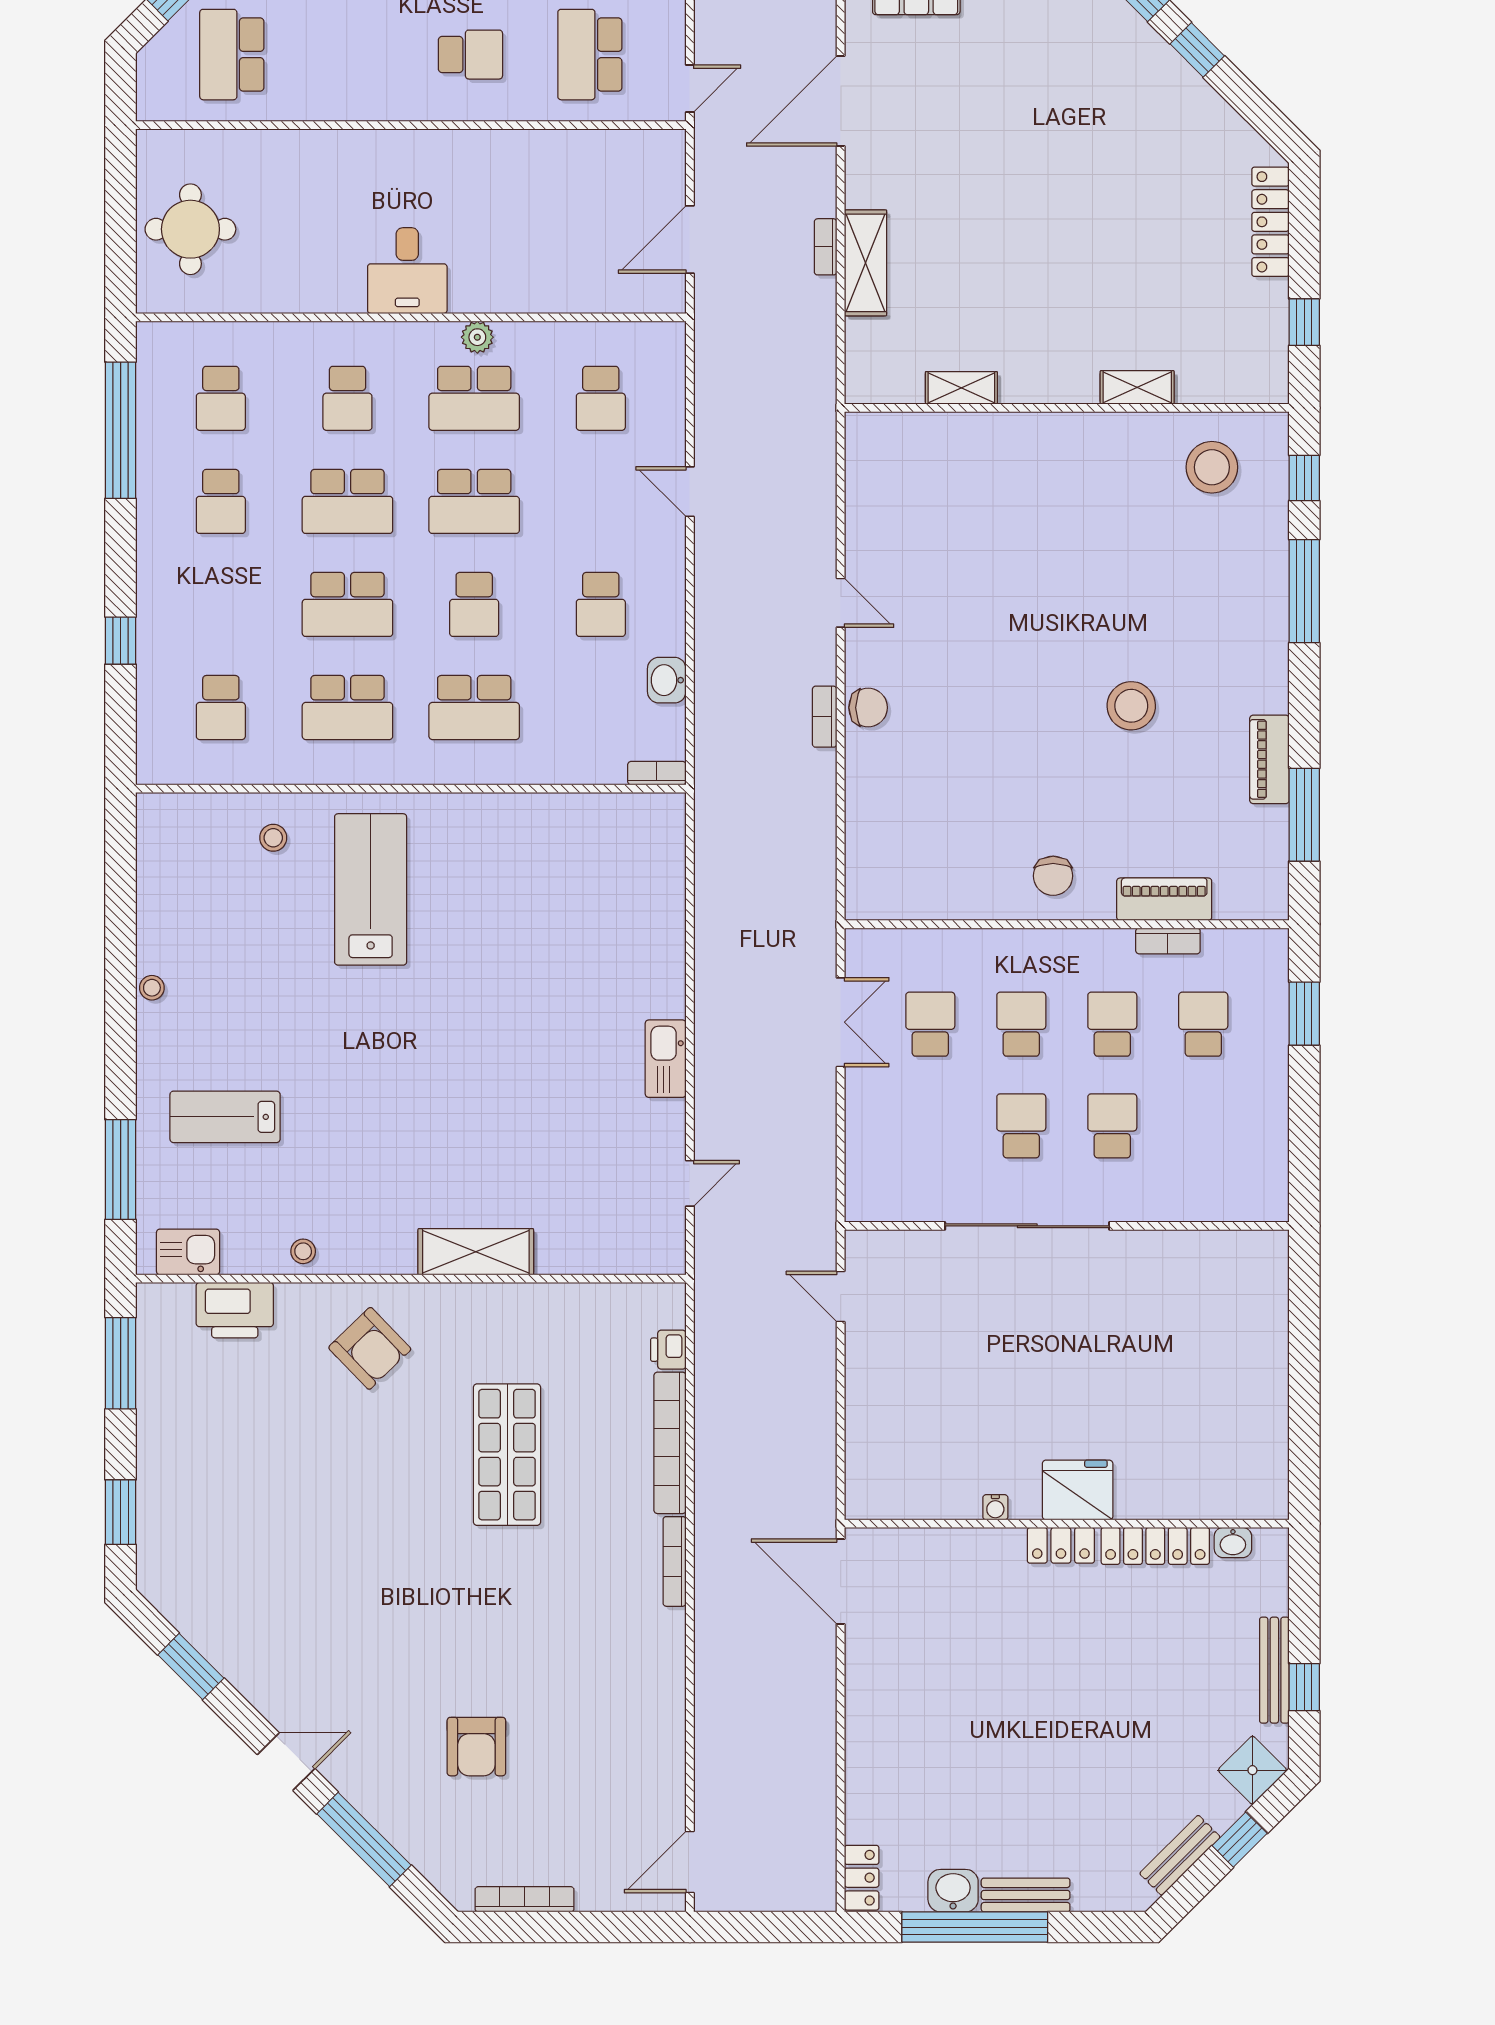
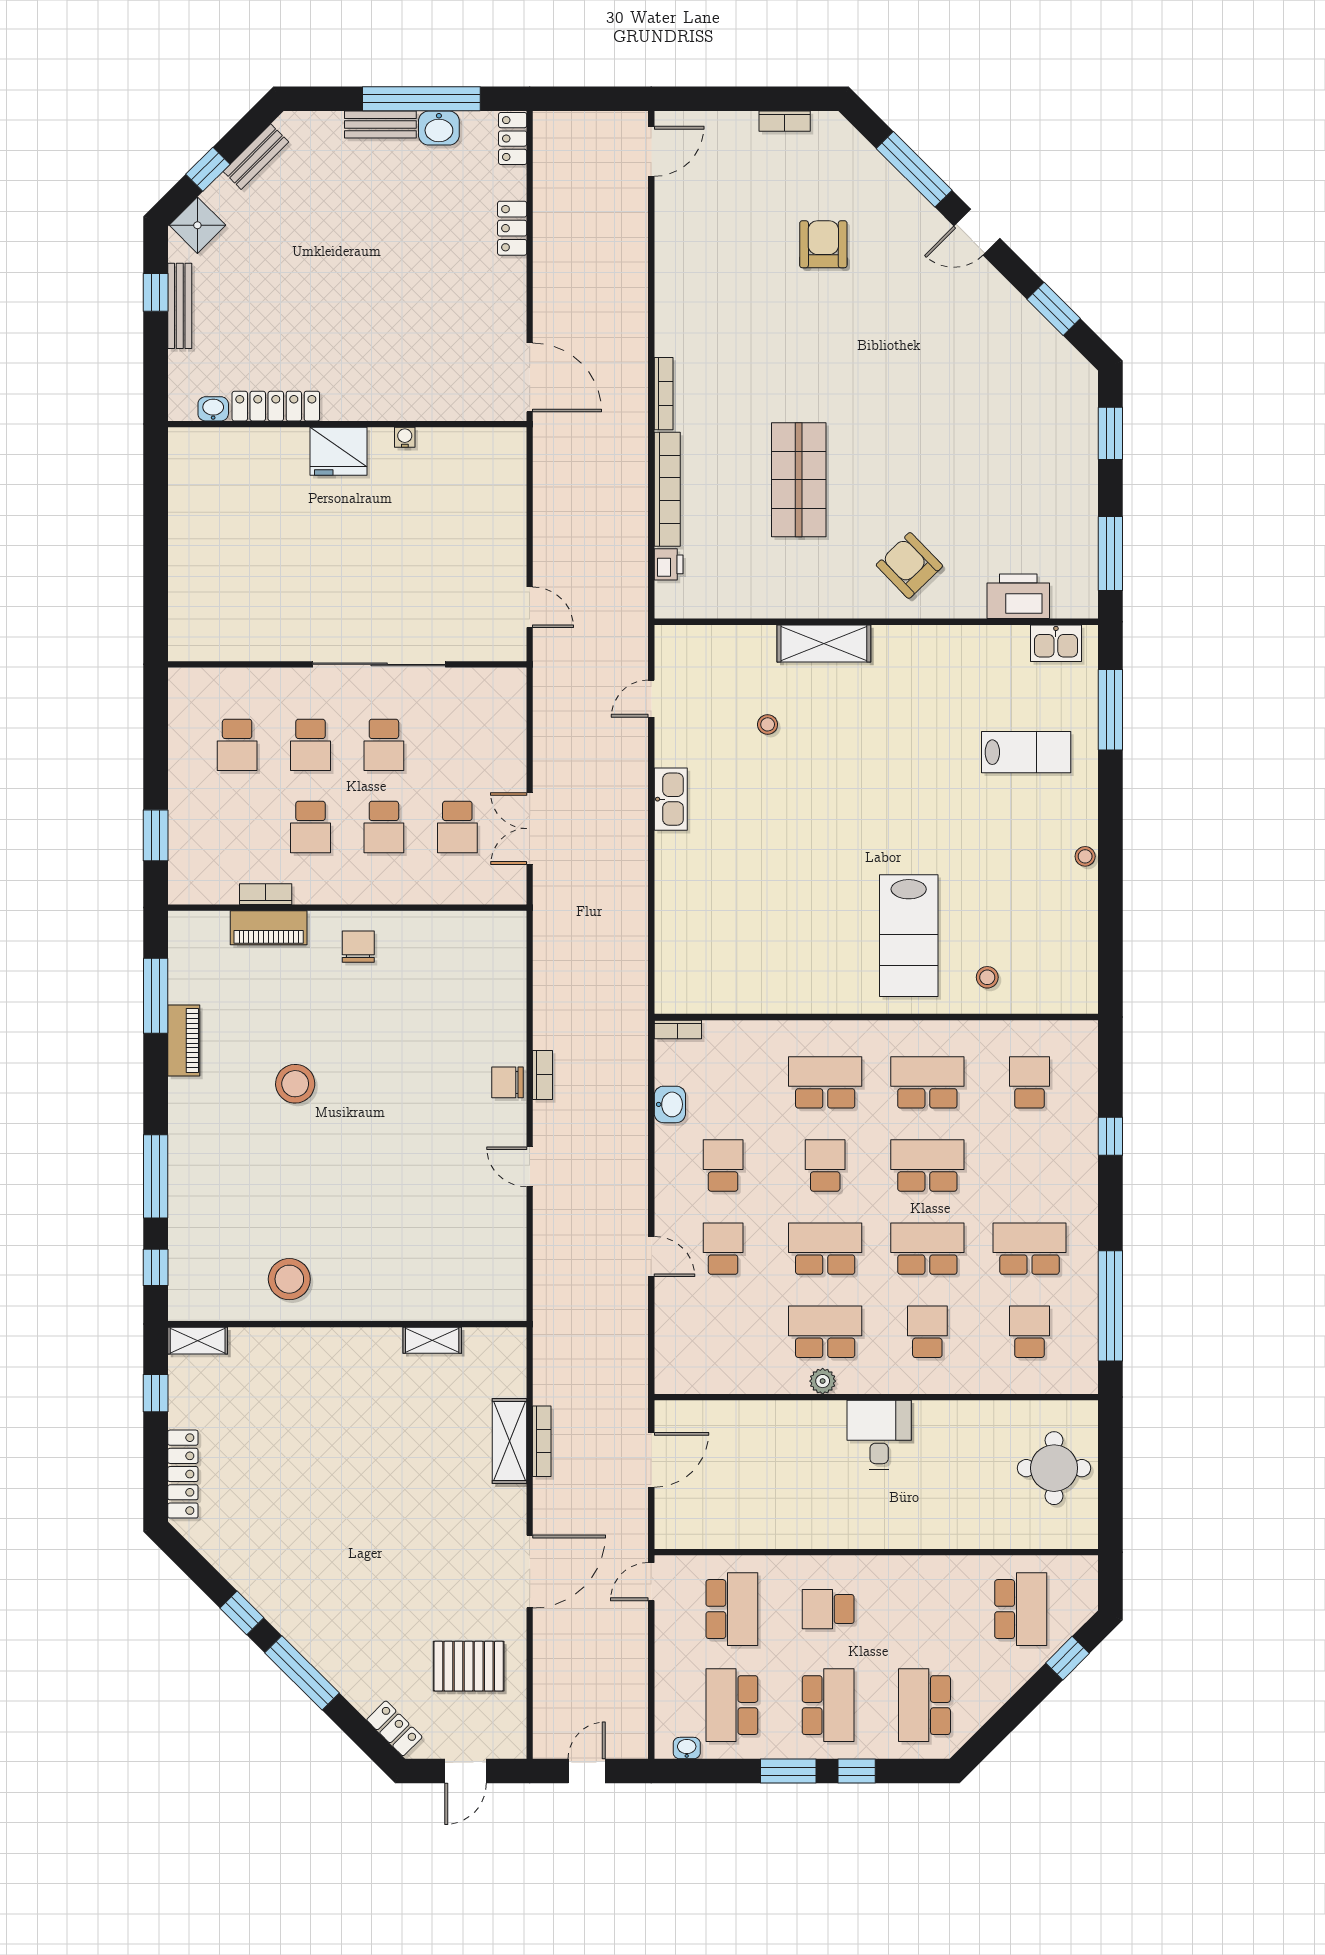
bookcase: (826, 247) -> (542, 1441), width x1.56
shelving: (1137, 387) -> (198, 1341), moved
school desk: (601, 398) -> (723, 1249), moved
stool: (1212, 467) -> (289, 1279), moved
school desk: (221, 501) -> (1029, 1249), width x1.85
school desk: (1203, 1024) -> (237, 745), moved
stool: (303, 1251) -> (768, 724), moved
locker: (1061, 1545) -> (512, 228), moved, turned -90
bookcase: (524, 1899) -> (785, 121), width x0.64

